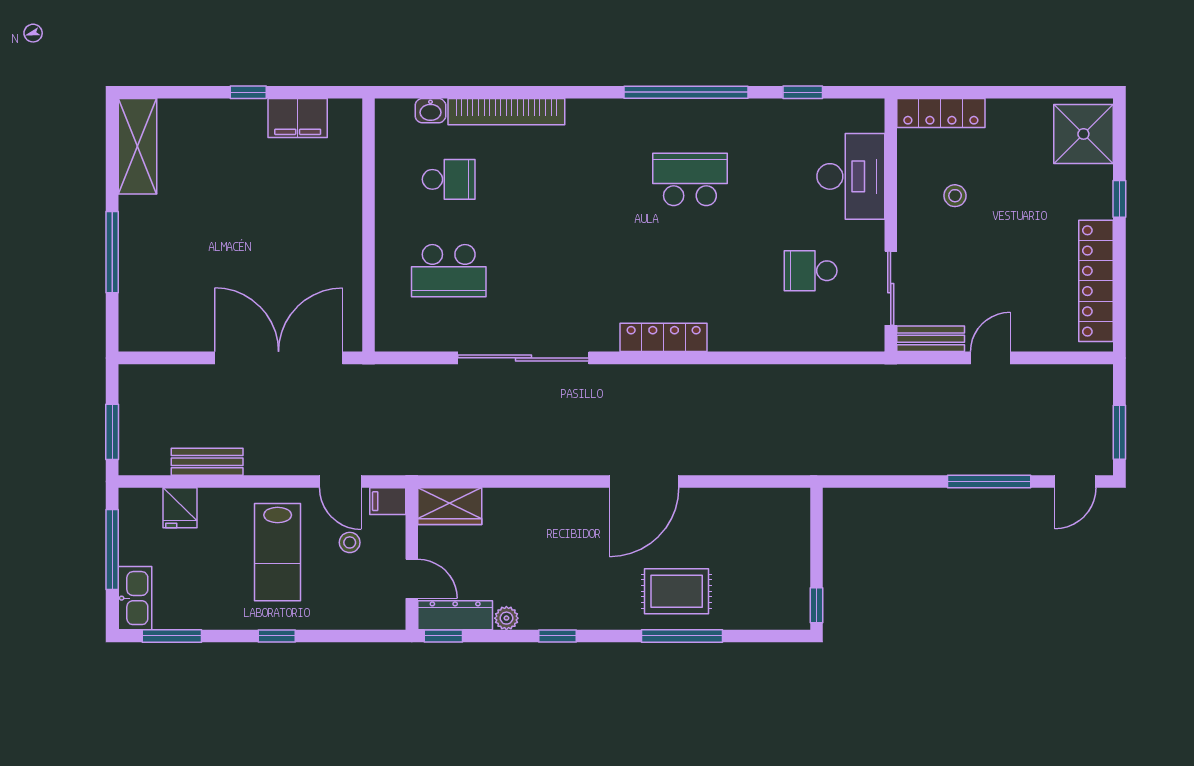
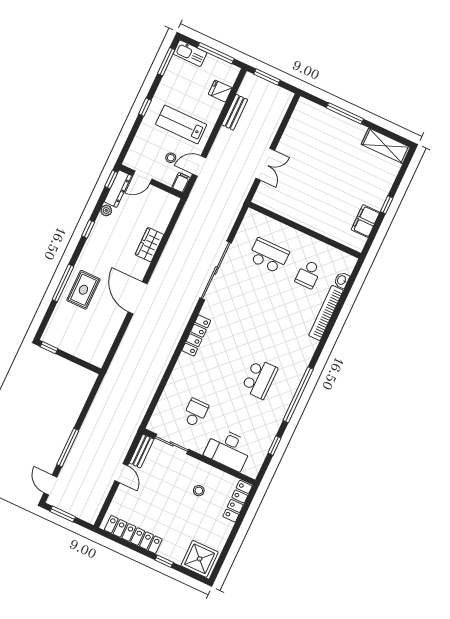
school desk: (449, 271) -> (269, 256), turned 90
double door: (279, 358) -> (265, 164), width x0.54
wardrobe: (450, 506) -> (149, 245), moved

